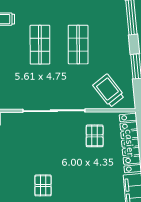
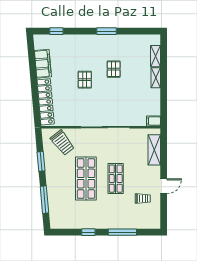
shop shelf: (78, 45) -> (86, 179), width x1.43, depth x1.36
pallet: (95, 136) -> (85, 80), moved

